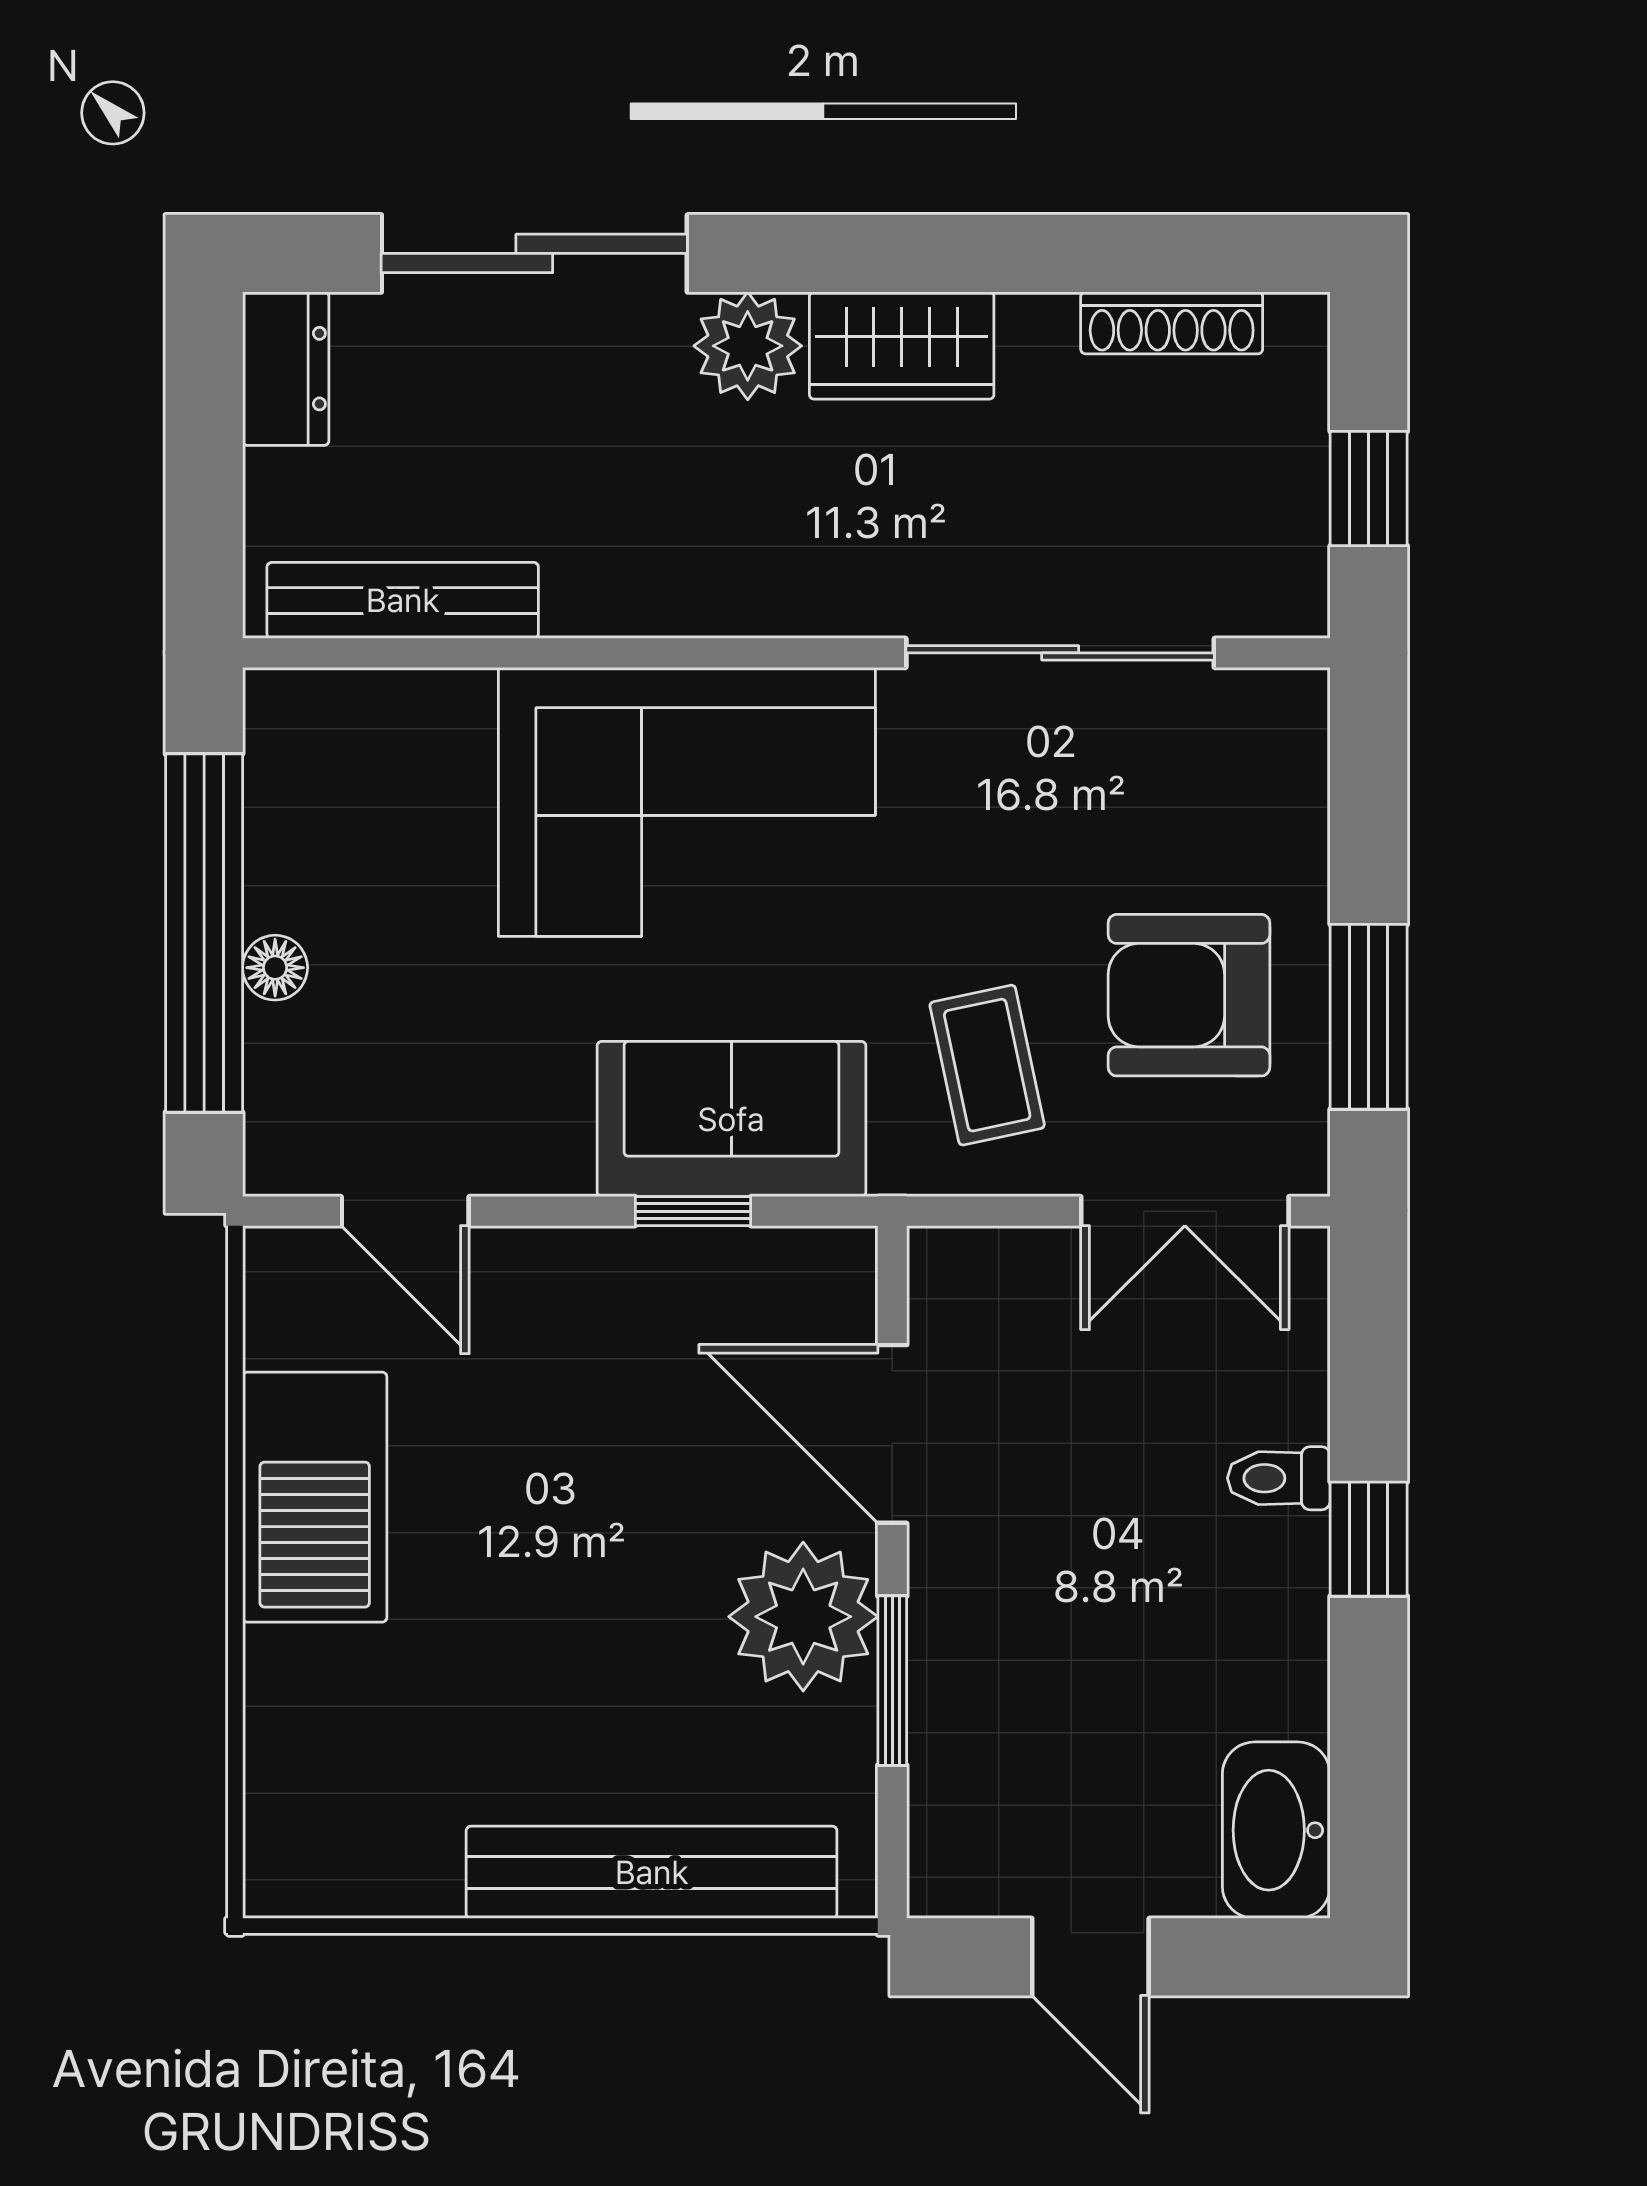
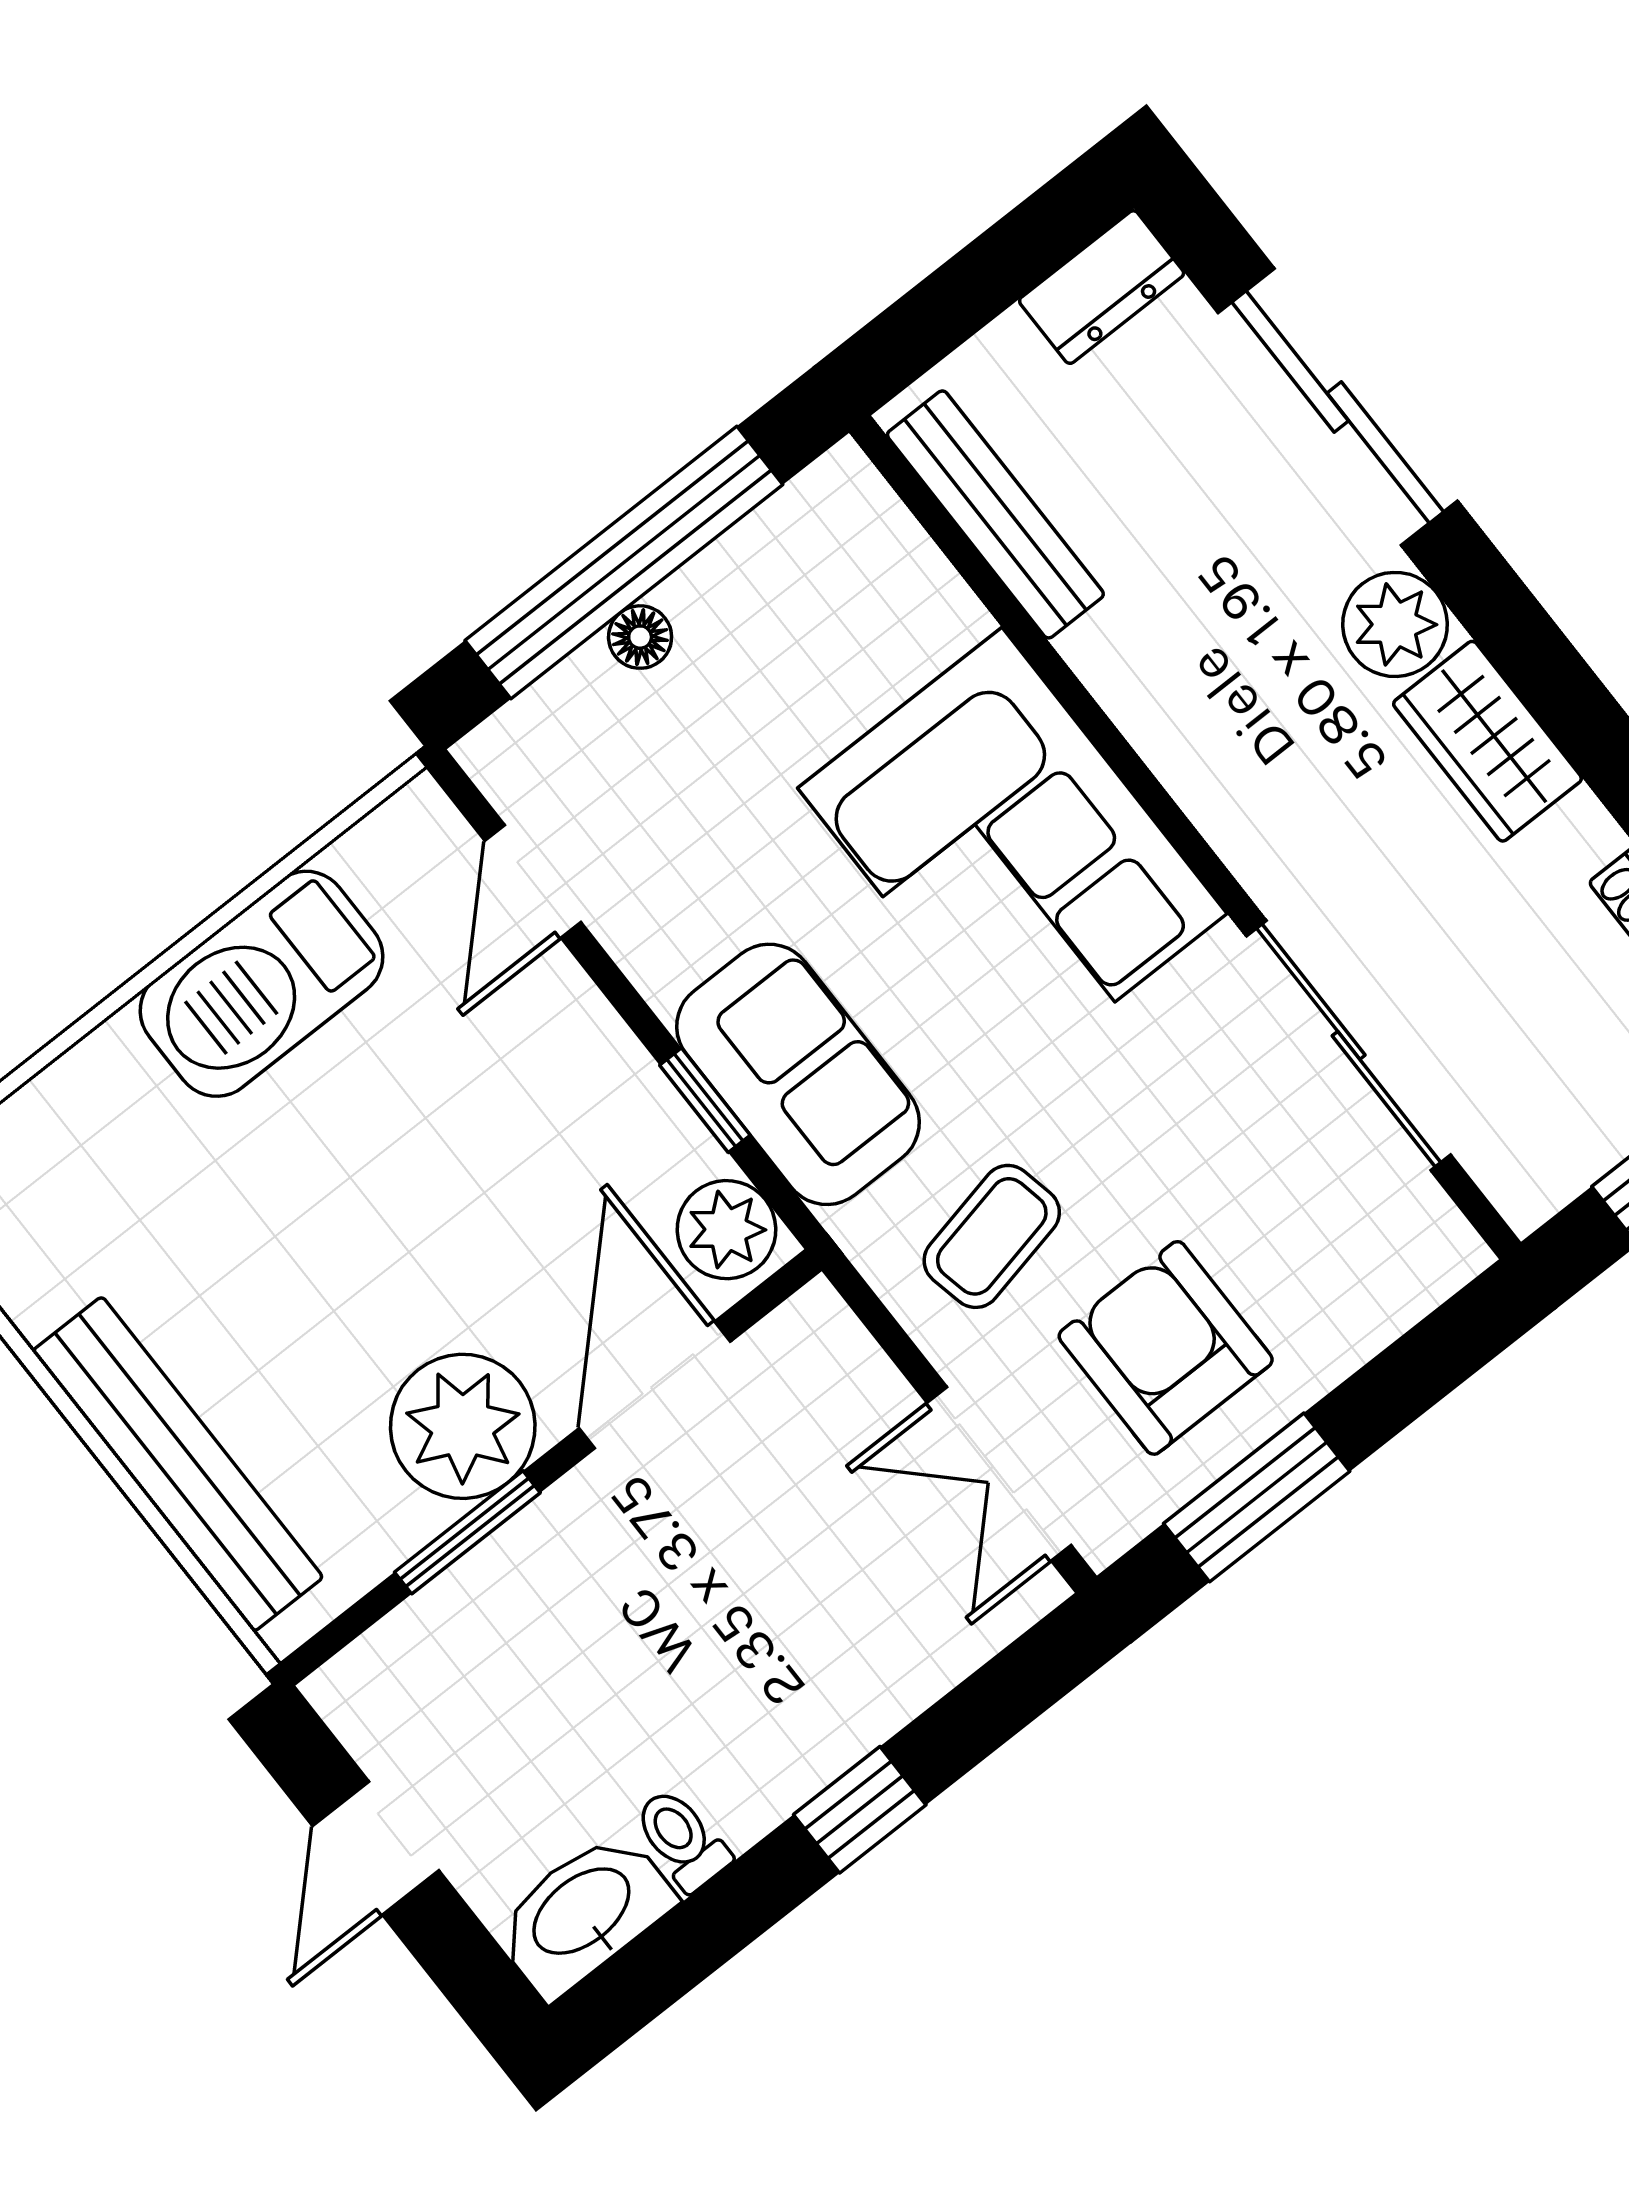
plant: (812, 1276) -> (726, 1230), added
toilet: (1279, 1478) -> (682, 1839), moved

